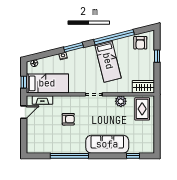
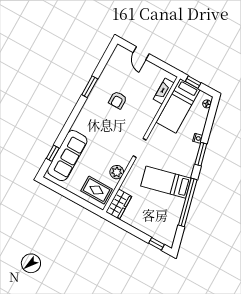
armchair: (140, 43) -> (167, 227), removed
window: (157, 56) -> (157, 244), moved
door: (24, 112) -> (141, 53), moved
armchair: (68, 119) -> (118, 100), moved
sofa: (107, 144) -> (67, 156), moved
window: (69, 156) -> (90, 87), width x0.47

